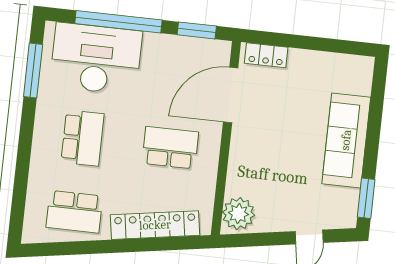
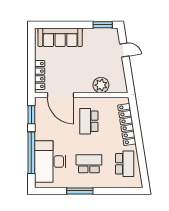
locker: (266, 55) -> (40, 75), width x1.53
window: (33, 71) -> (80, 191), moved
sofa: (346, 140) -> (60, 37), moved
plant: (238, 214) -> (101, 85), moved

